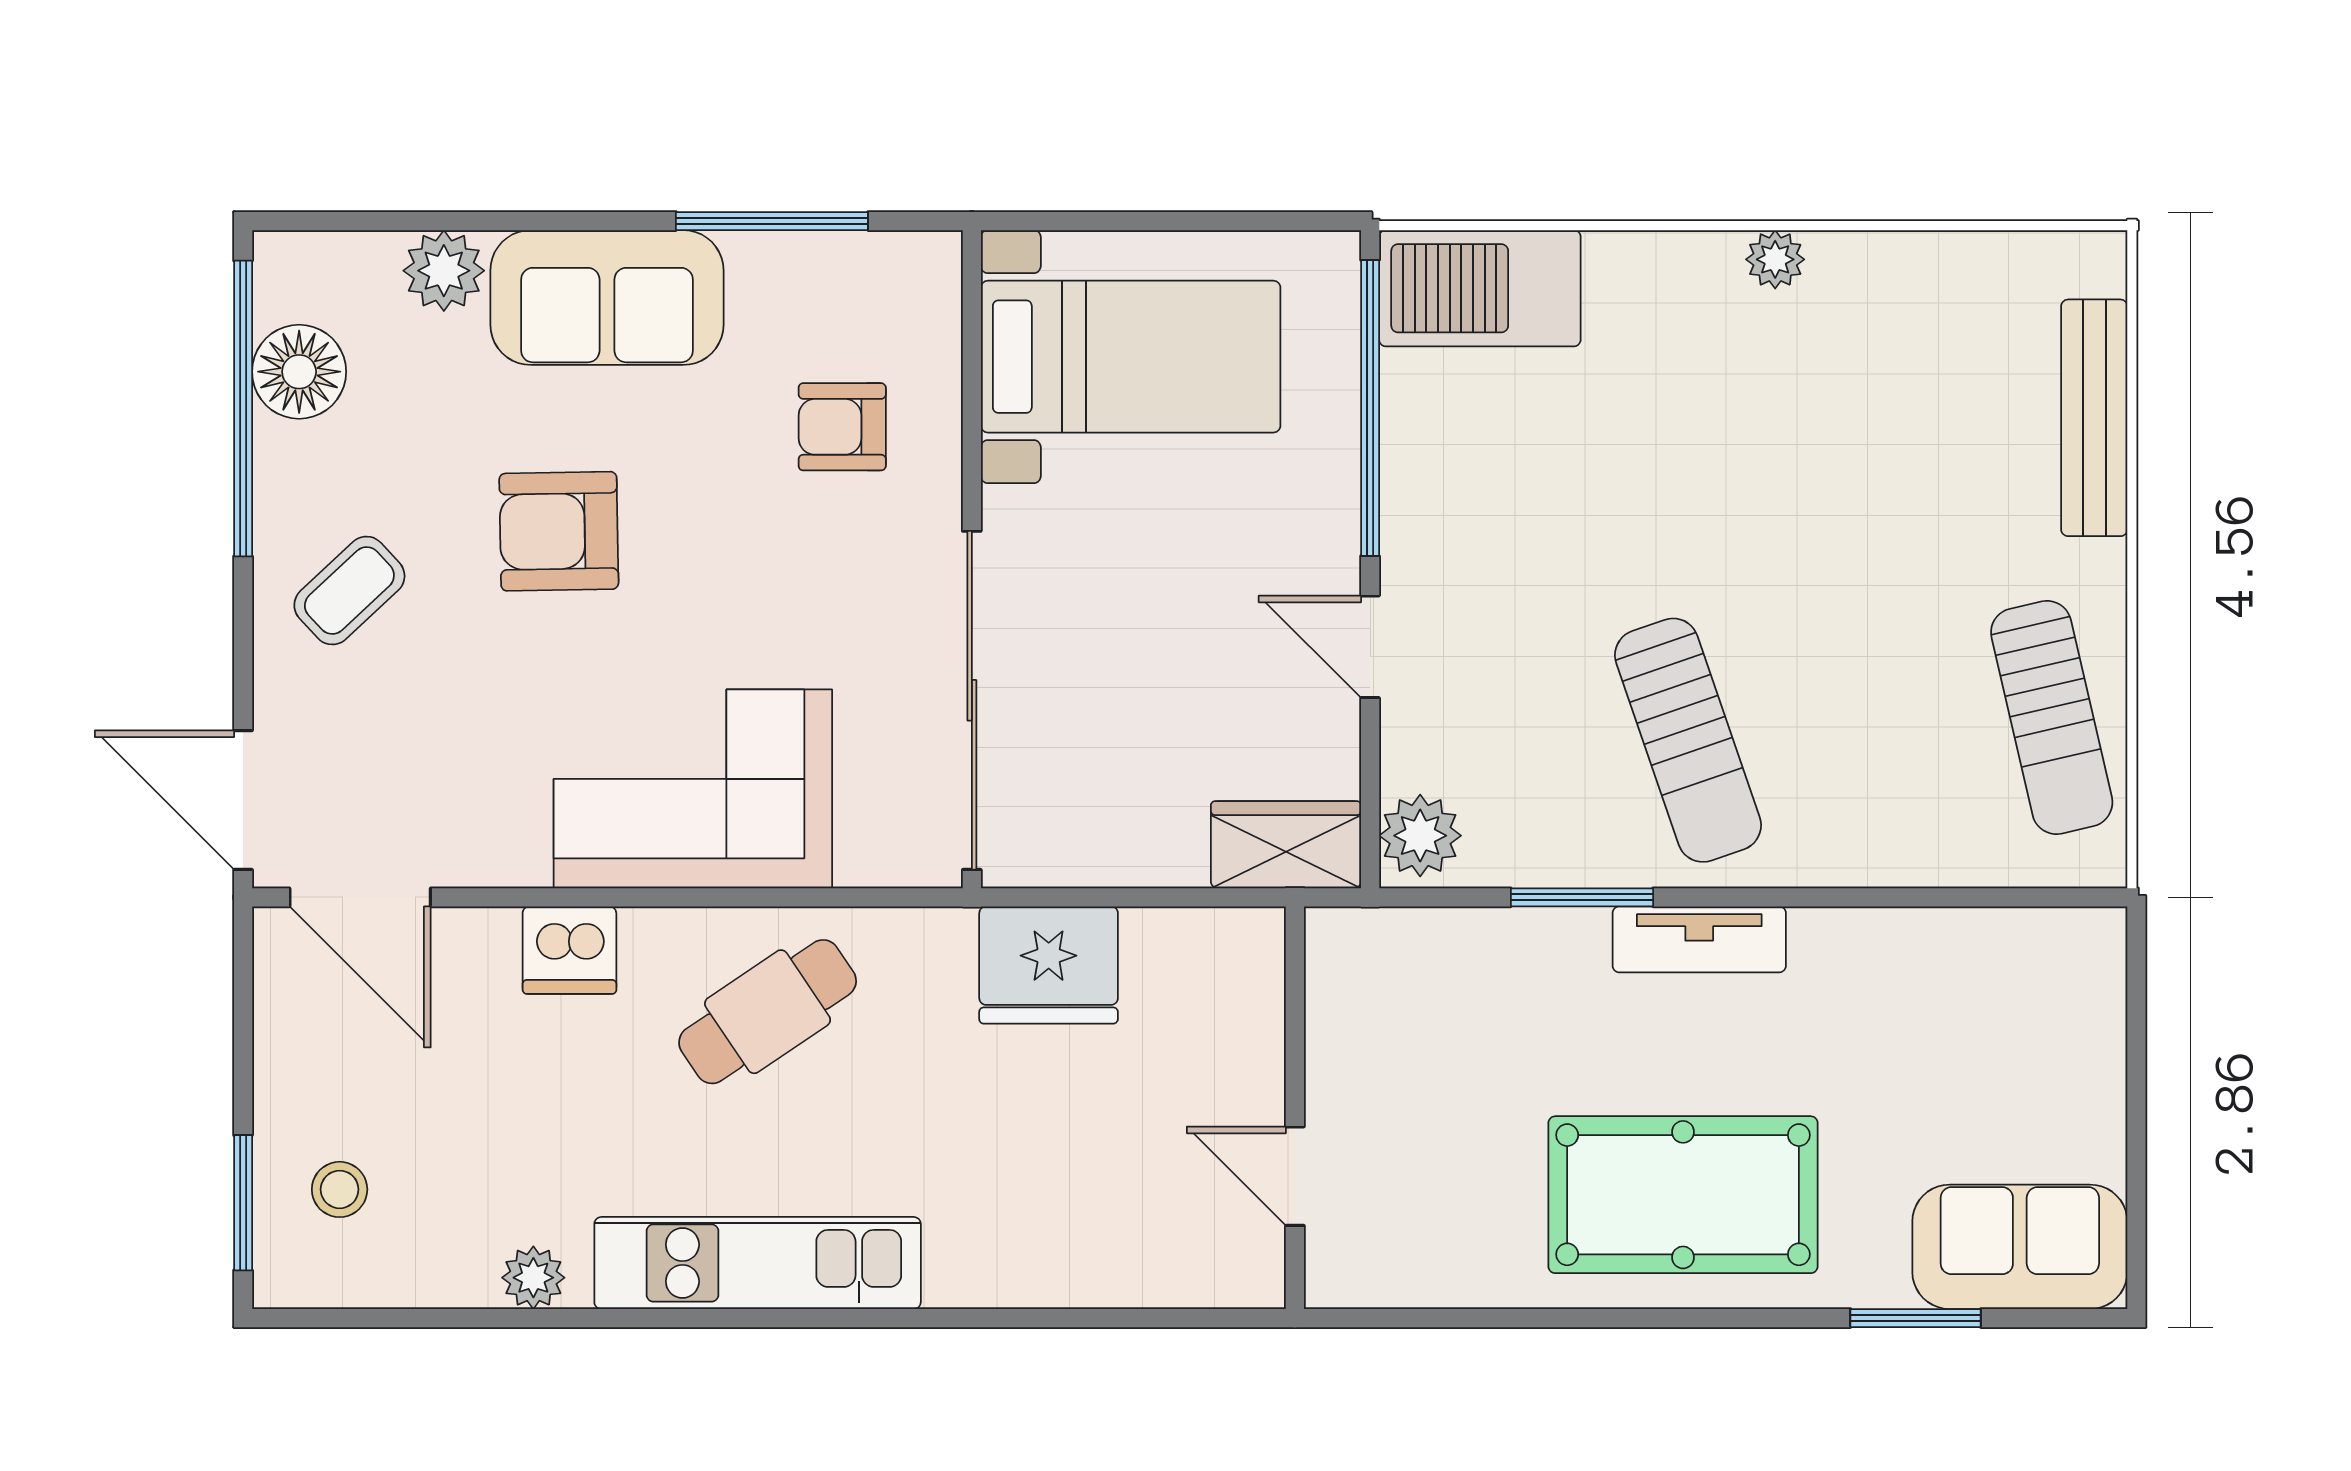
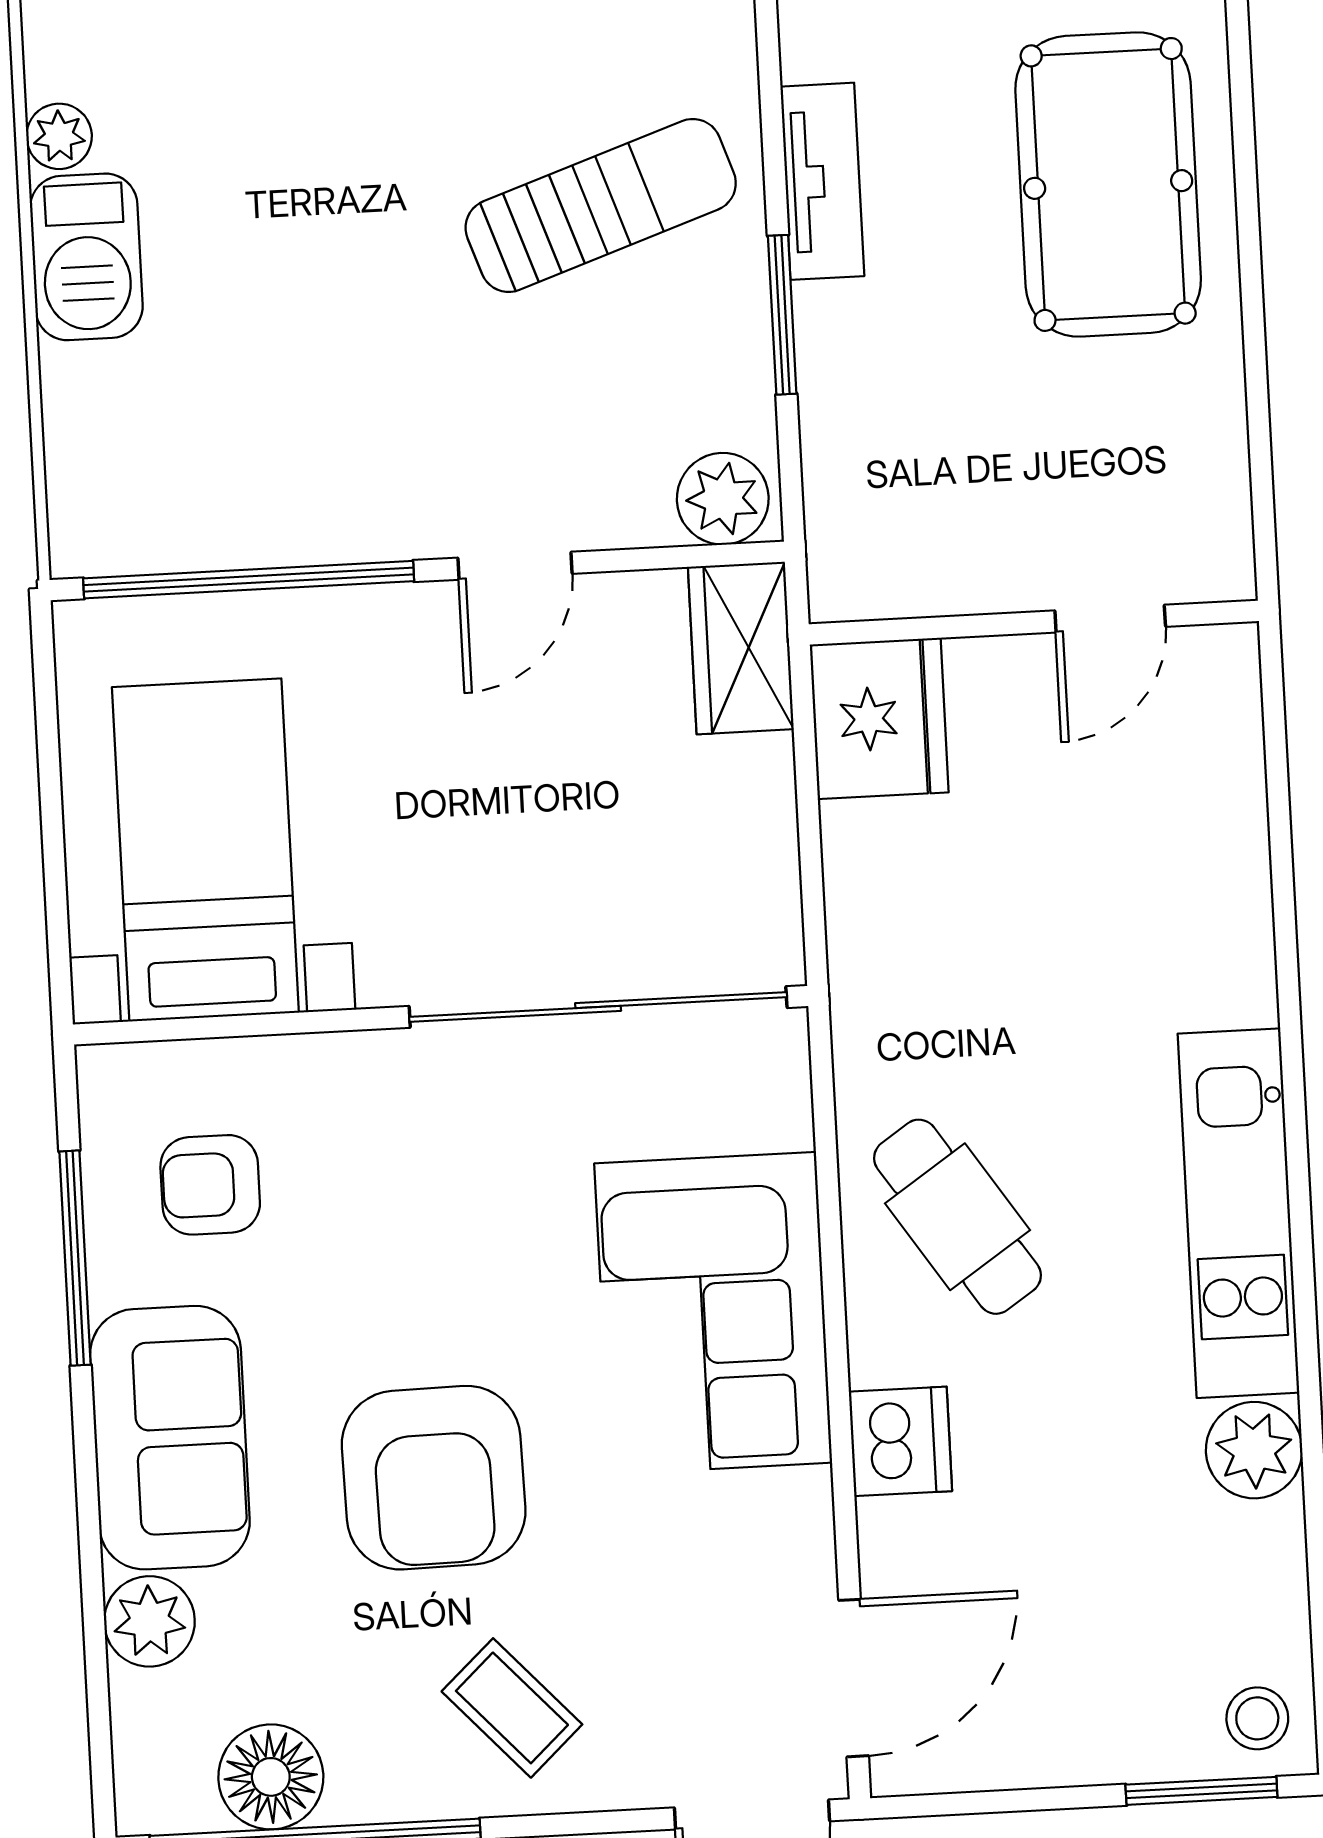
barbecue: (1480, 288) -> (86, 257), moved, width x0.73, depth x0.83
armchair: (842, 427) -> (210, 1185), moved, turned 90
armchair: (559, 531) -> (434, 1478), width x1.36, depth x1.36
fridge: (1049, 965) -> (879, 718), moved
stool: (340, 1189) -> (1257, 1718), moved
plant: (533, 1278) -> (1254, 1450), width x1.38, depth x1.38

